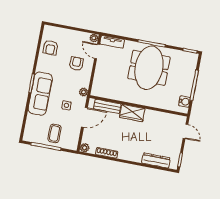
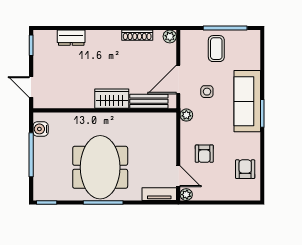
dresser: (156, 161) -> (71, 38), width x0.70

